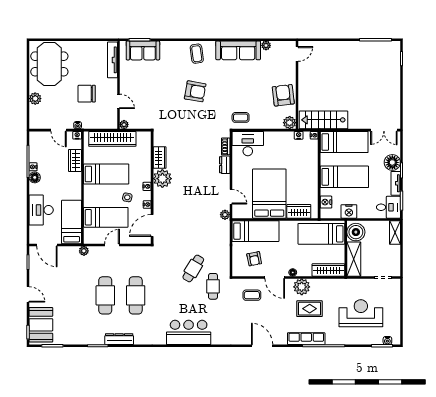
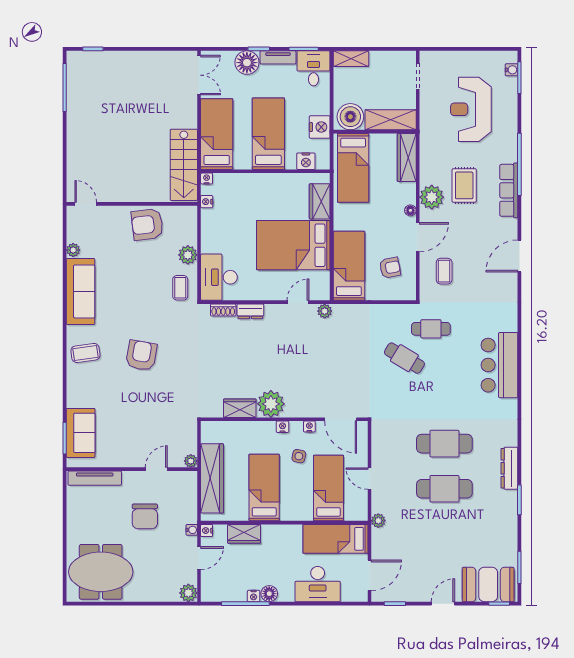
plant: (35, 99) -> (188, 593), moved
plant: (290, 123) -> (188, 255), moved

